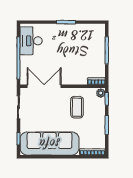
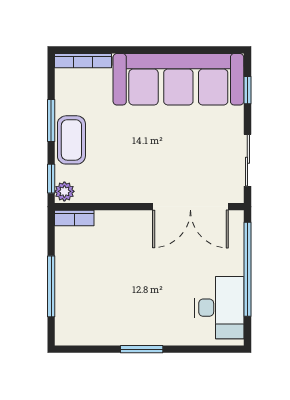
coffee table: (77, 107) -> (71, 140), moved

